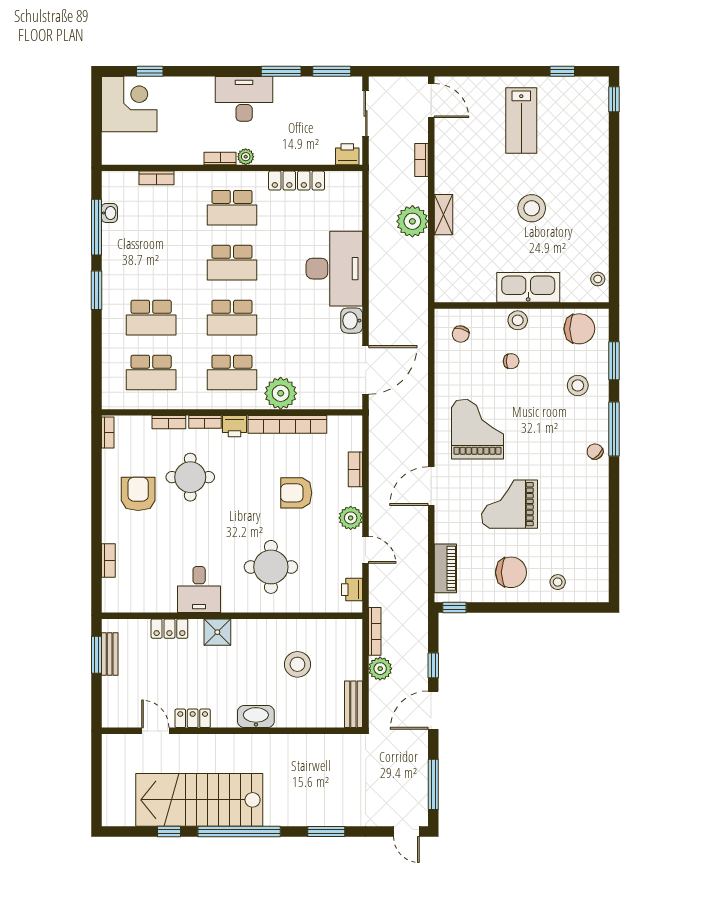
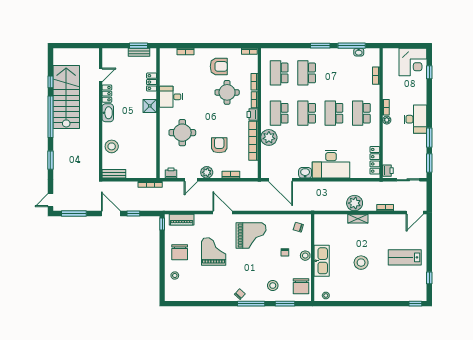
locker: (297, 181) -> (375, 160), moved
stool: (297, 664) -> (112, 146), moved
plant: (380, 669) -> (132, 187), removed
washbasin: (256, 717) -> (108, 113), moved

